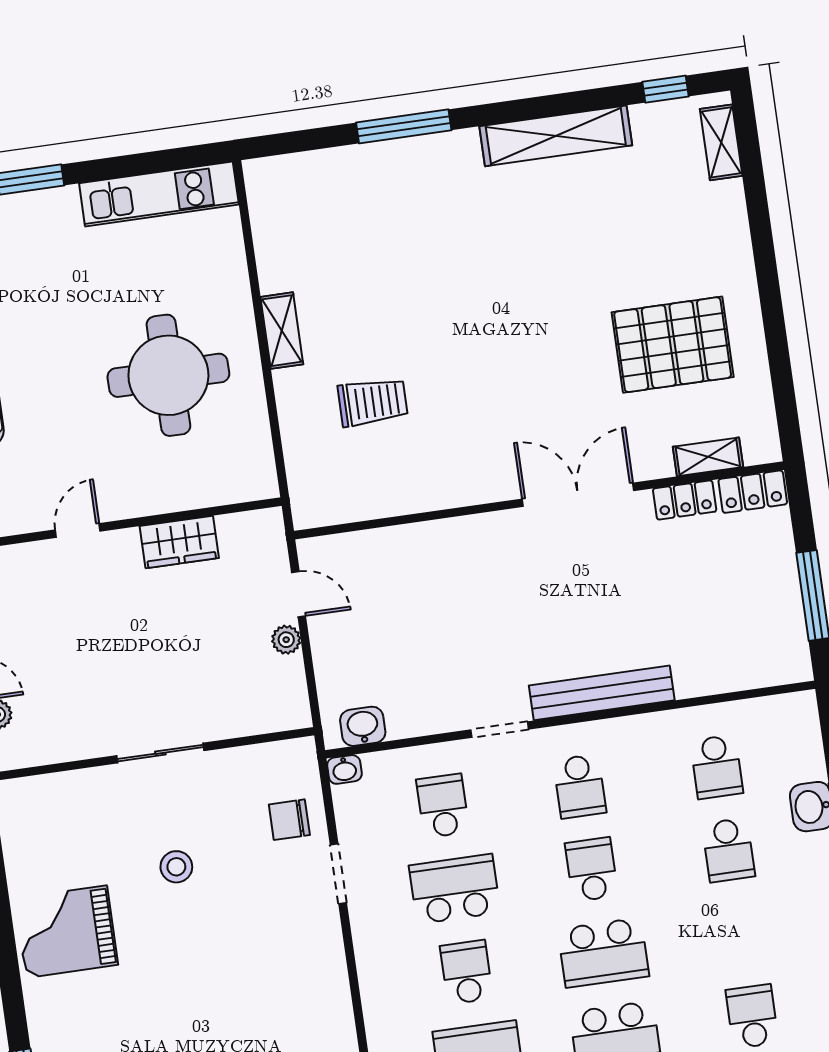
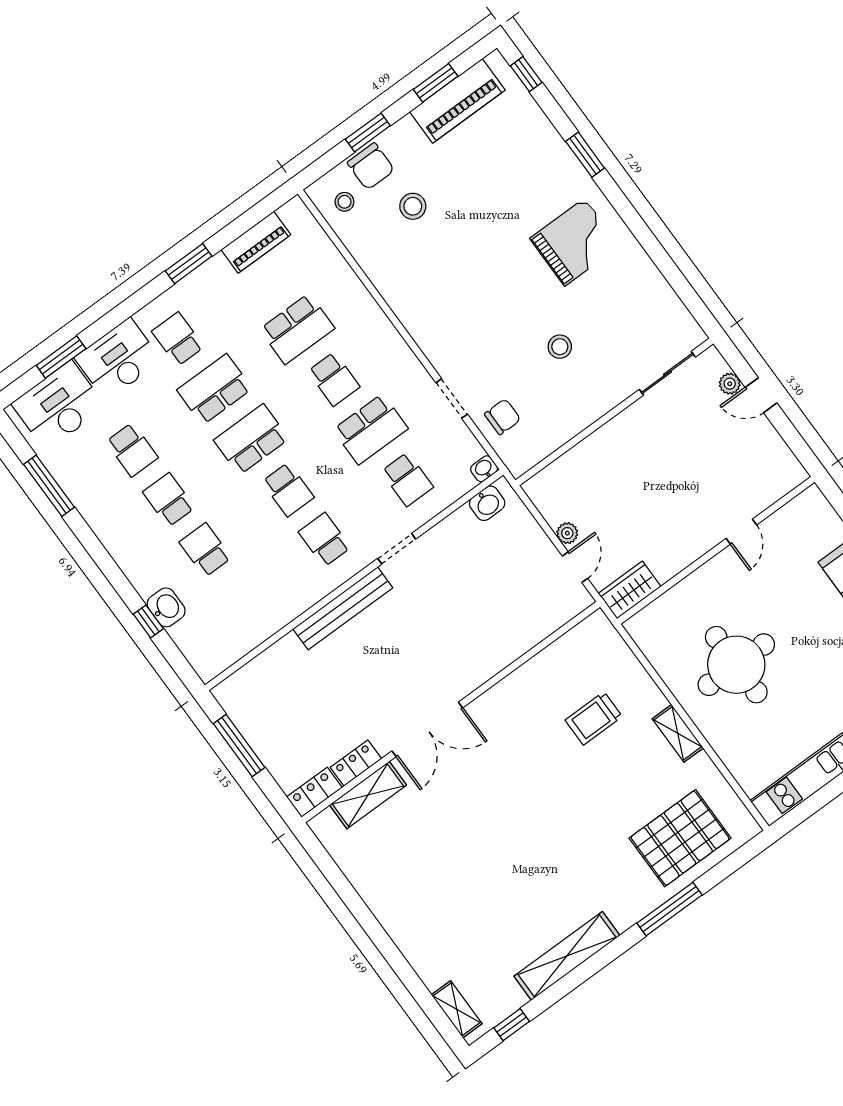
pallet: (673, 345) -> (680, 838), moved
shelving: (708, 457) -> (368, 795), width x1.50, depth x1.33
wardrobe: (179, 542) -> (630, 590), moved
door: (299, 594) -> (575, 567), swing flipped
sliding door: (160, 753) -> (667, 373), moved
school desk: (717, 767) -> (169, 500), moved
grand piano: (66, 932) -> (575, 242), moved

